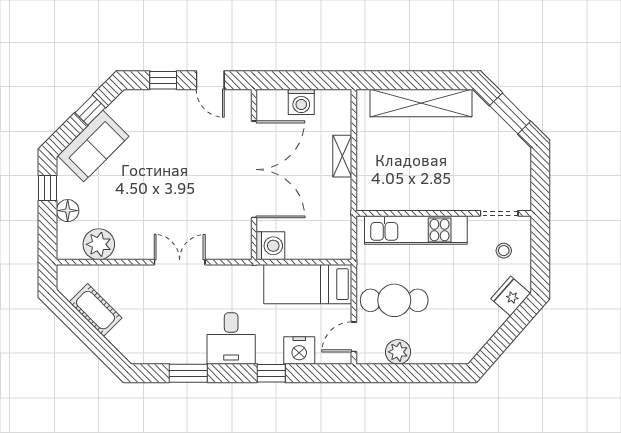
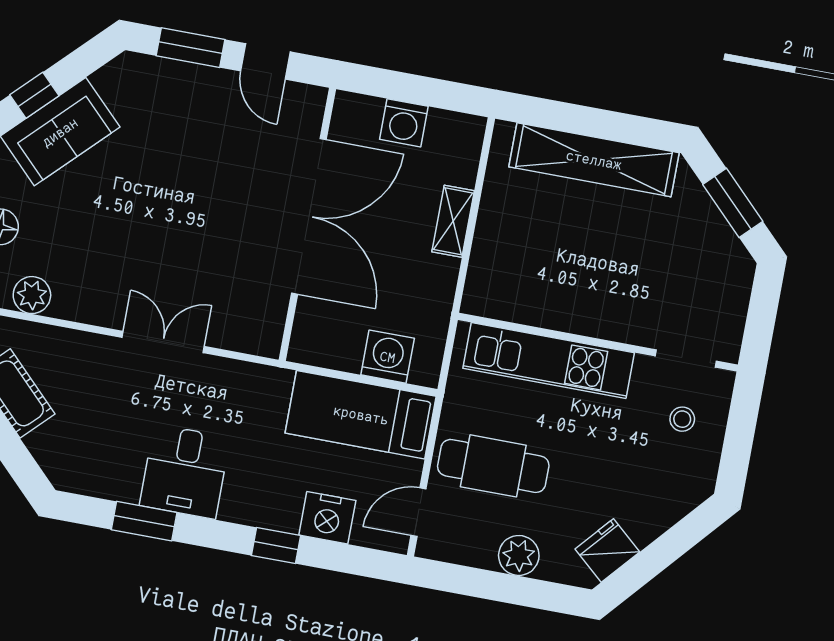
window: (163, 80) -> (191, 48), width x1.50
window: (90, 110) -> (34, 95), moved
plant: (99, 244) -> (32, 295), width x0.73, depth x0.73
washing machine: (270, 246) -> (388, 357), moved, turned -90
fridge: (511, 296) -> (607, 550), moved
desk: (231, 338) -> (185, 472), moved
plant: (398, 352) -> (519, 555), moved

